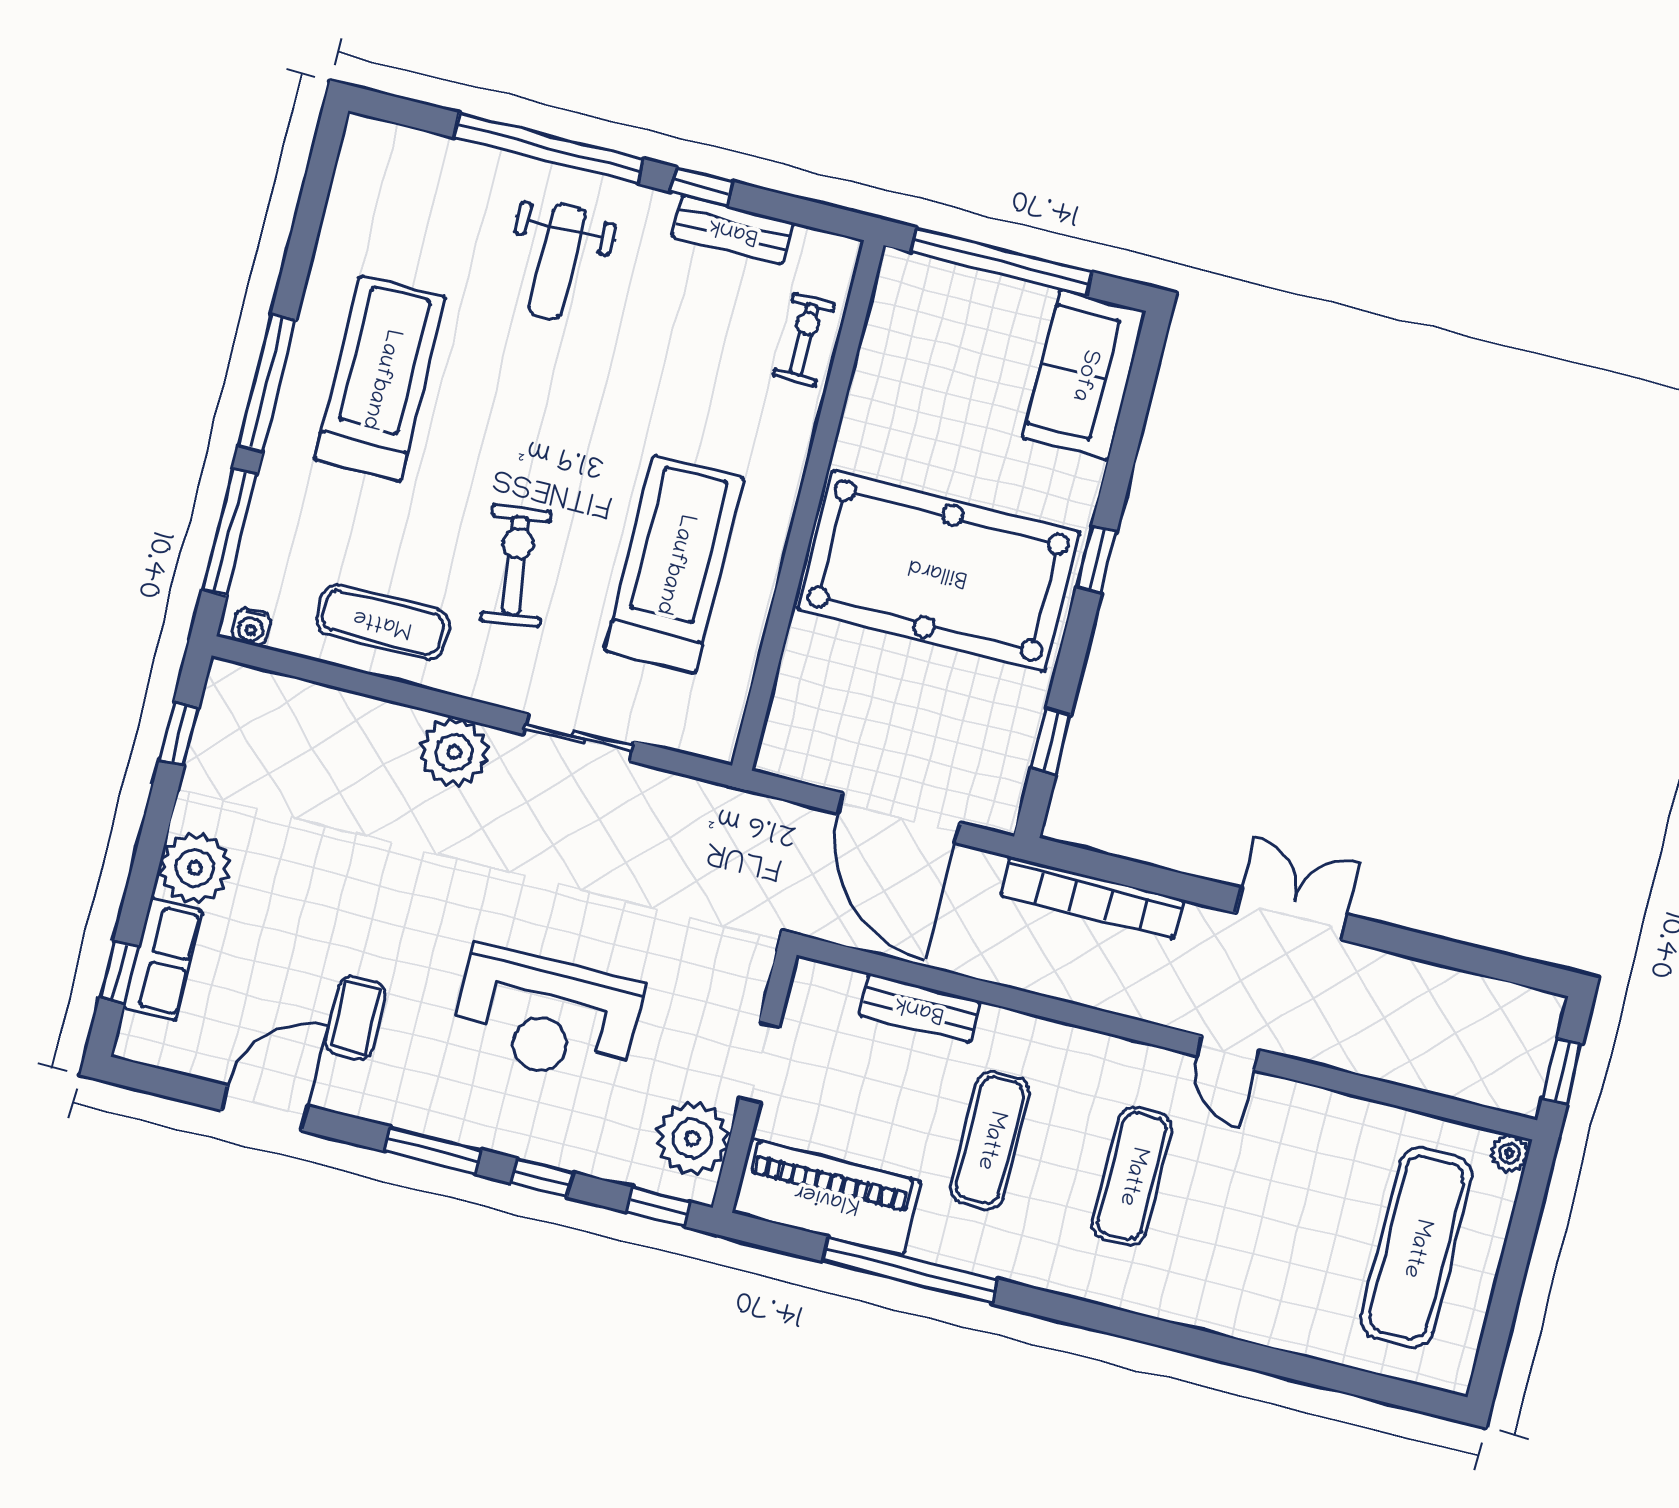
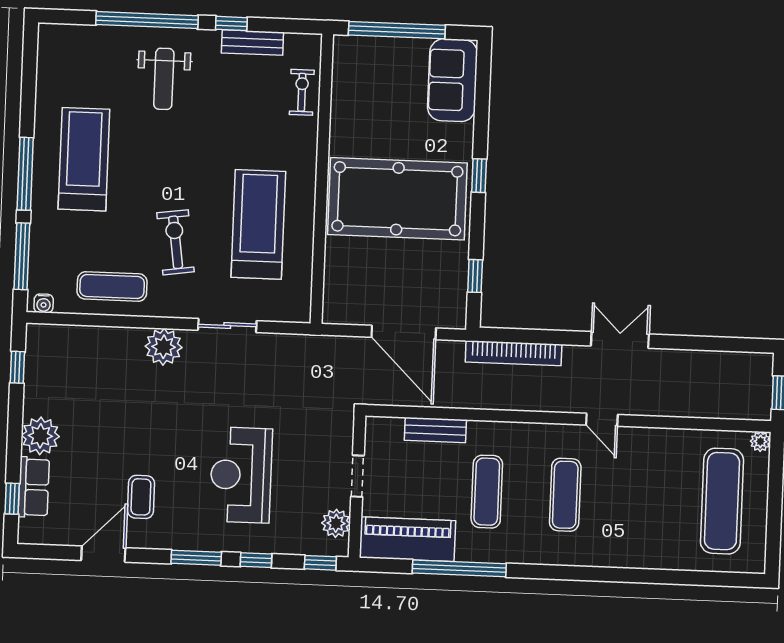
reception desk: (547, 1016) -> (241, 475), turned 90
plant: (693, 1138) -> (336, 523), width x0.73, depth x0.73

